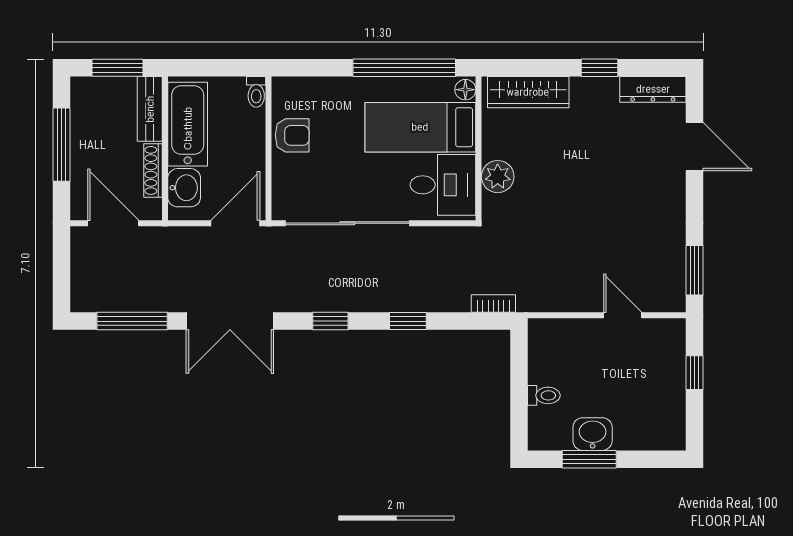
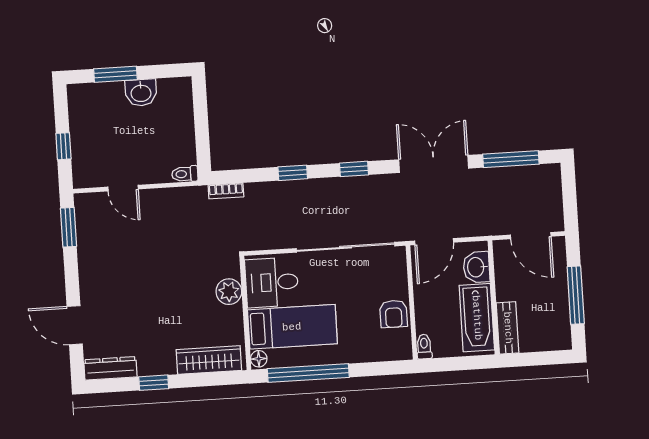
window: (117, 68) -> (535, 359), removed
armchair: (292, 135) -> (394, 314), turned -90
shoe rack: (153, 170) -> (502, 279), removed
toilet: (544, 395) -> (185, 174), moved
window: (589, 459) -> (115, 74), moved

